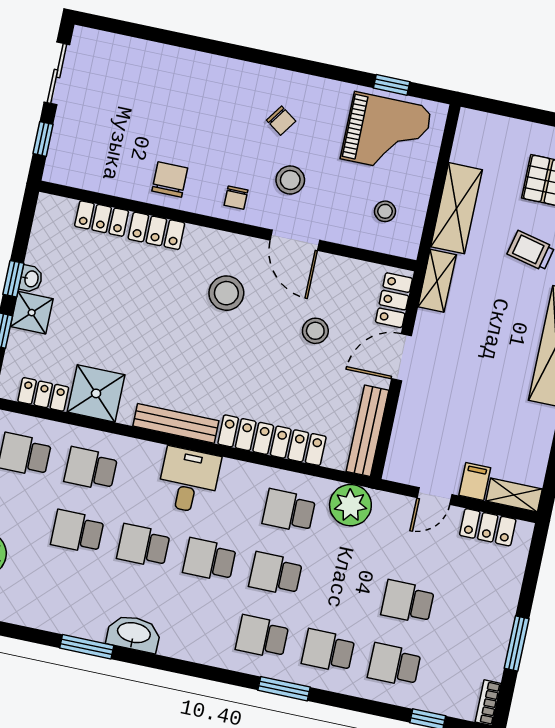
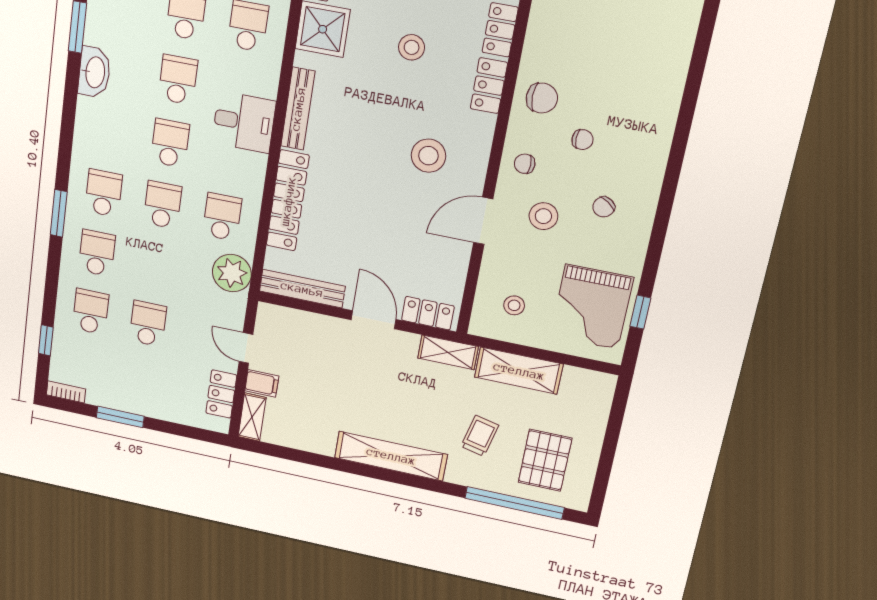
chair: (212, 141) -> (582, 140), added
stool: (315, 331) -> (412, 47), moved

